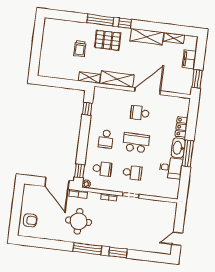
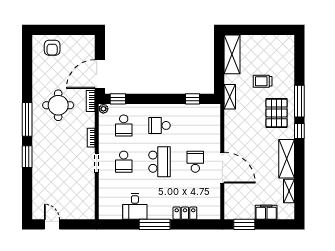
shelving: (117, 79) -> (232, 54), moved
washbasin: (178, 148) -> (160, 212), removed

